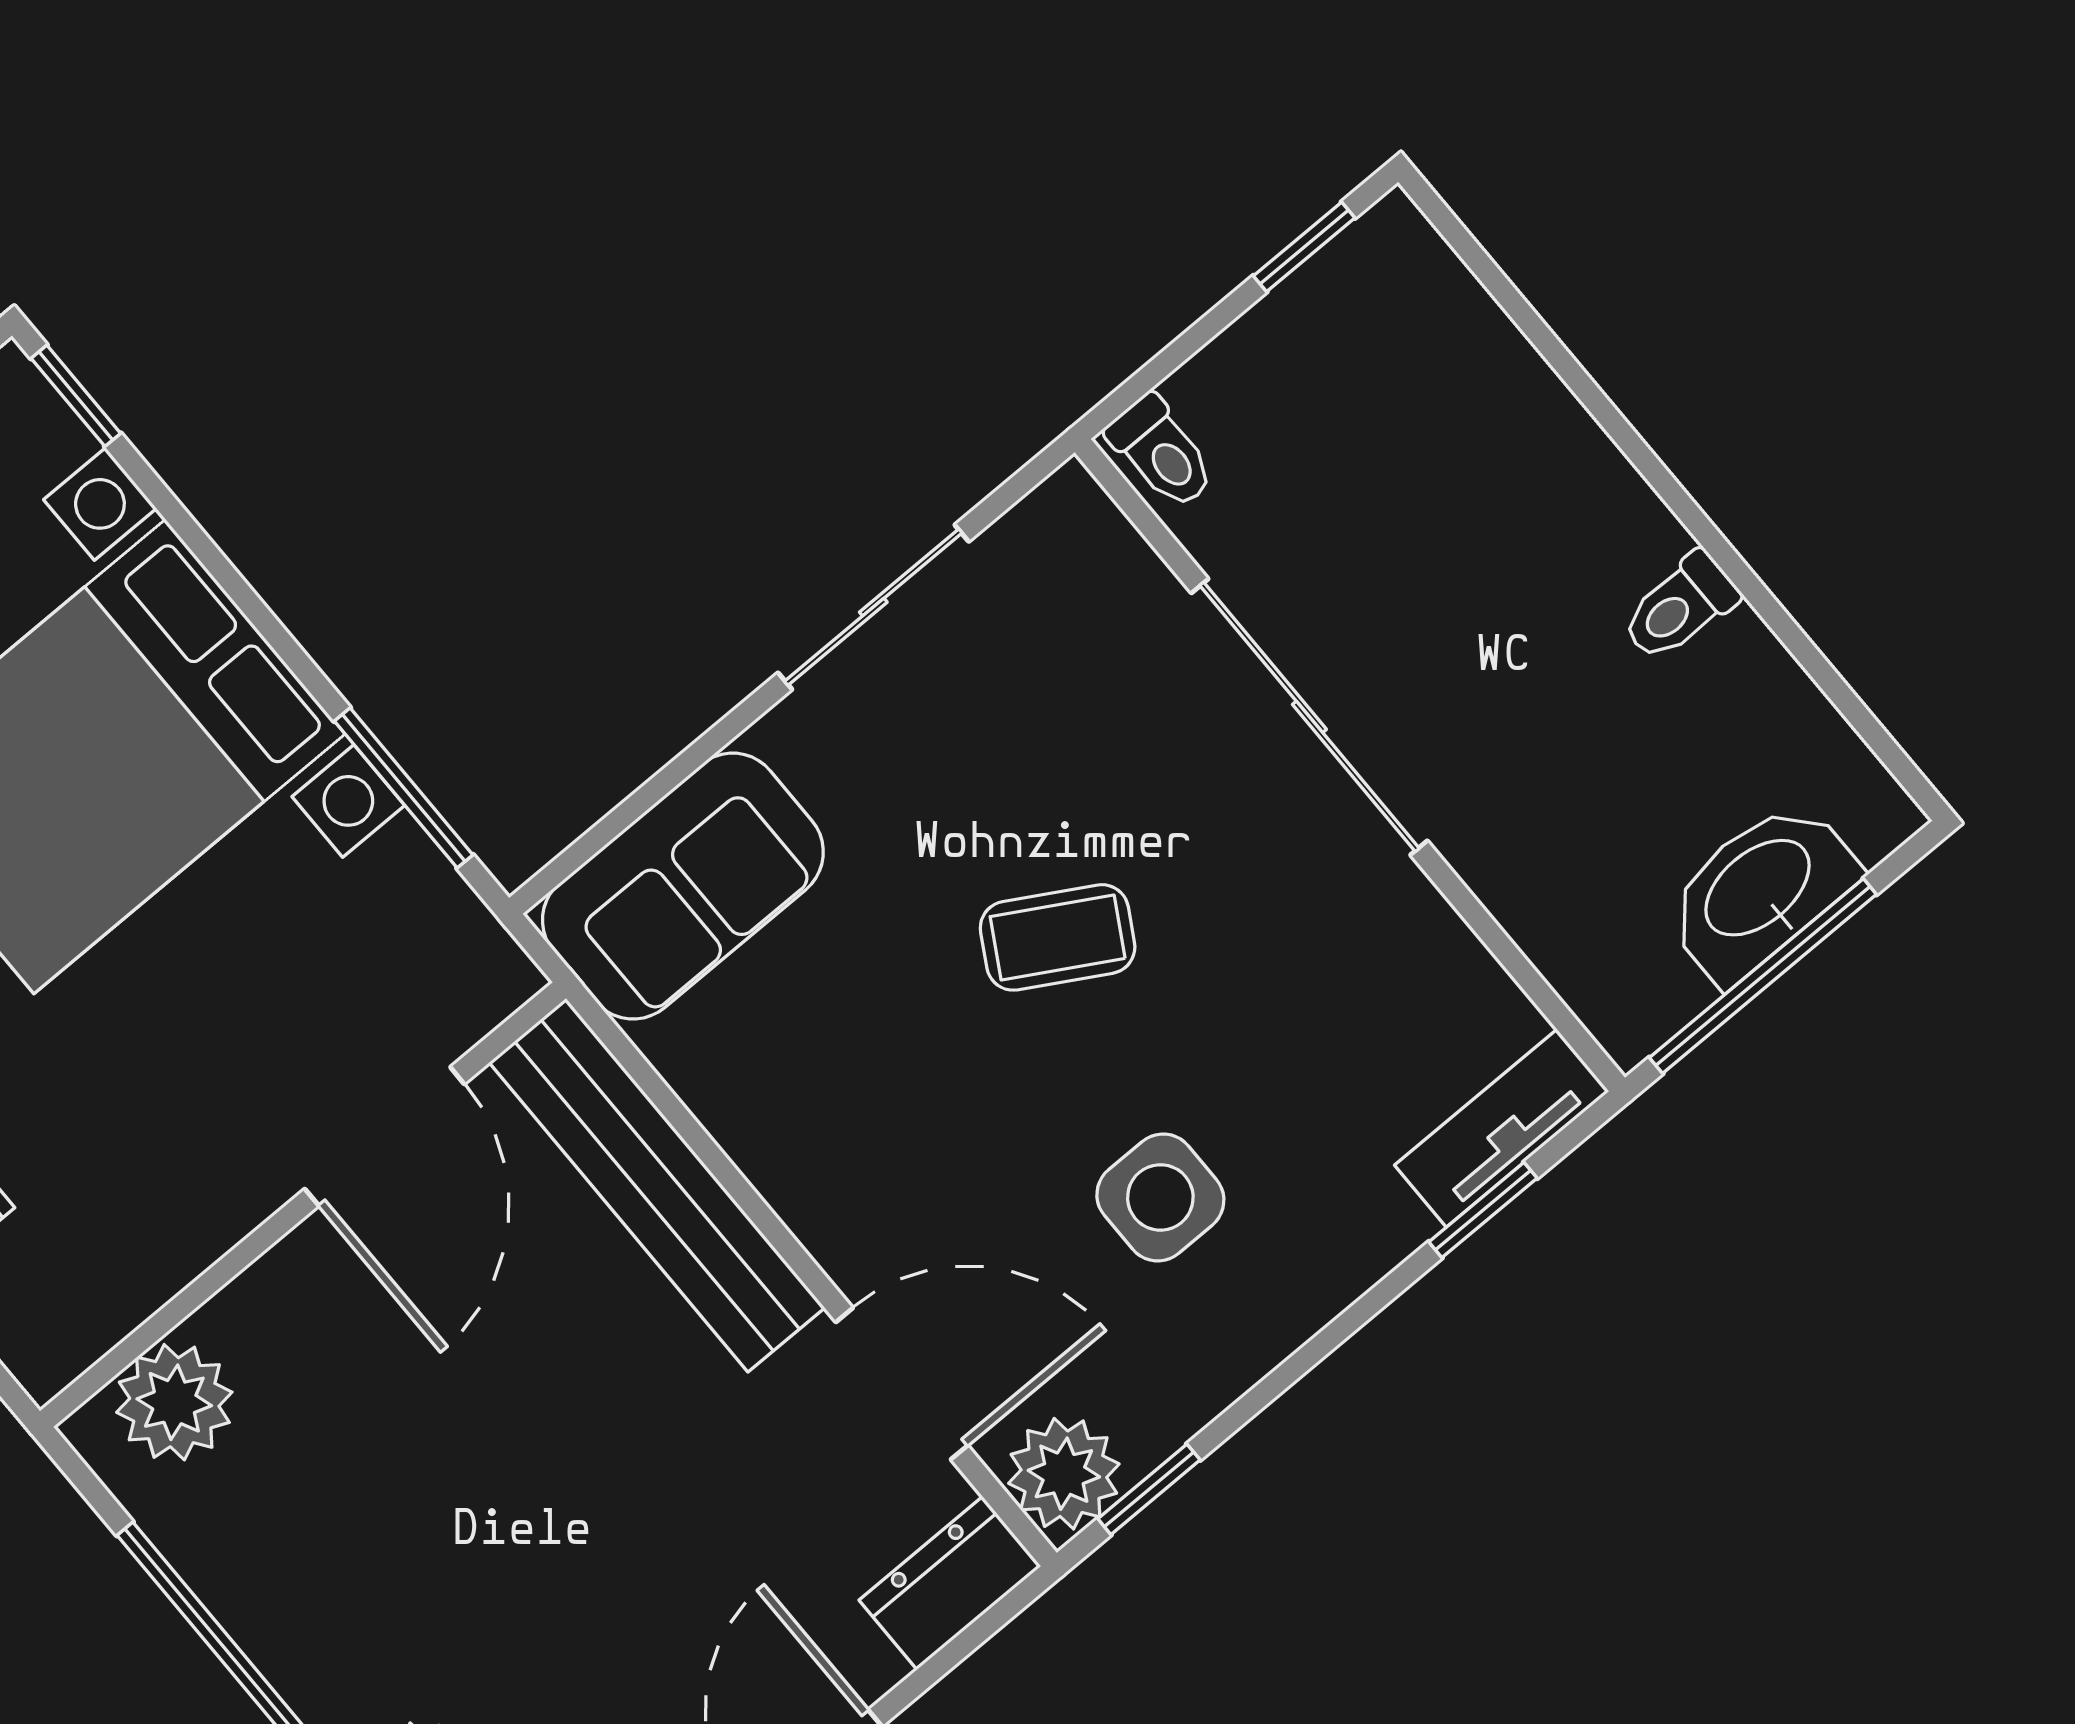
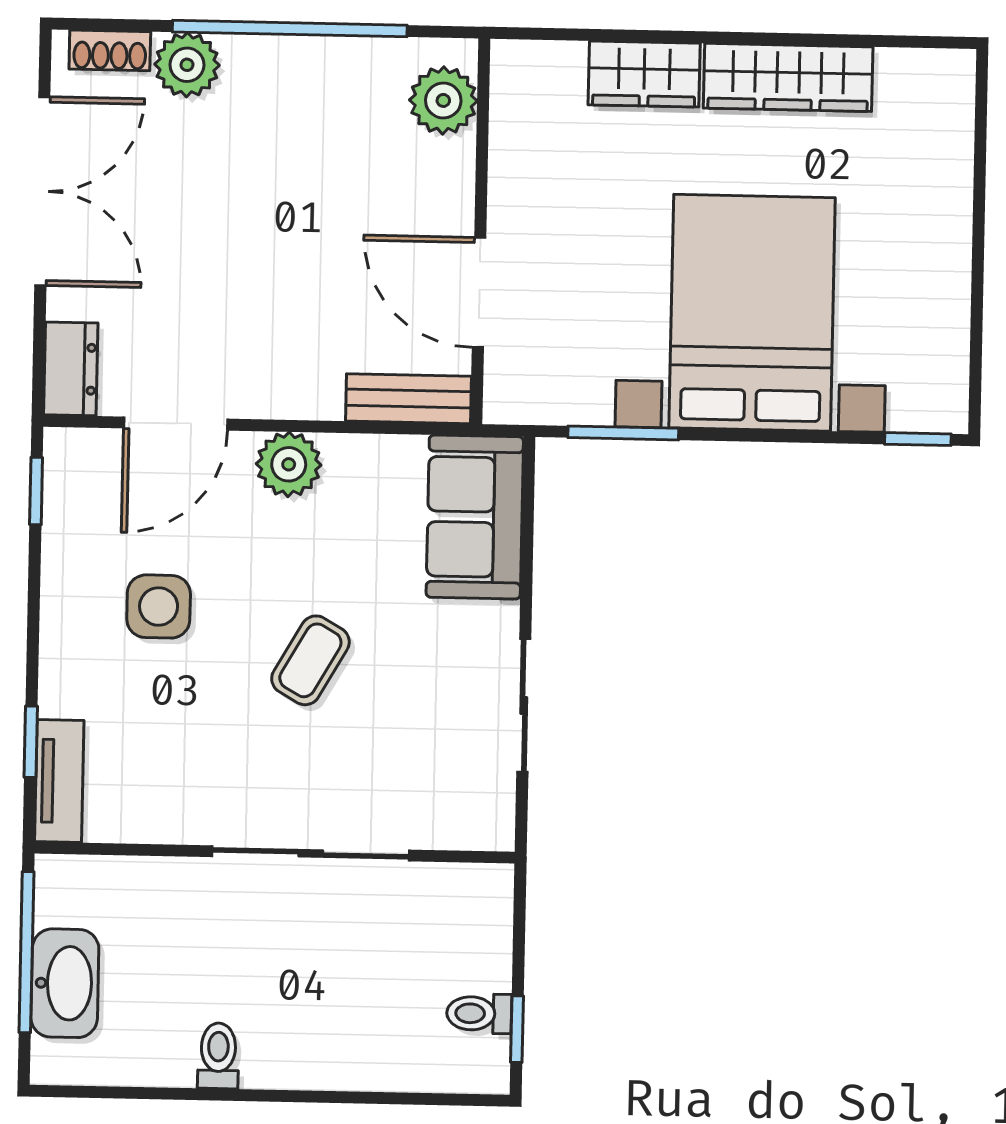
toilet: (1162, 452) -> (479, 1014), moved
bench: (657, 1185) -> (408, 399), width x0.54, depth x0.82
plant: (1064, 1474) -> (289, 464), moved

